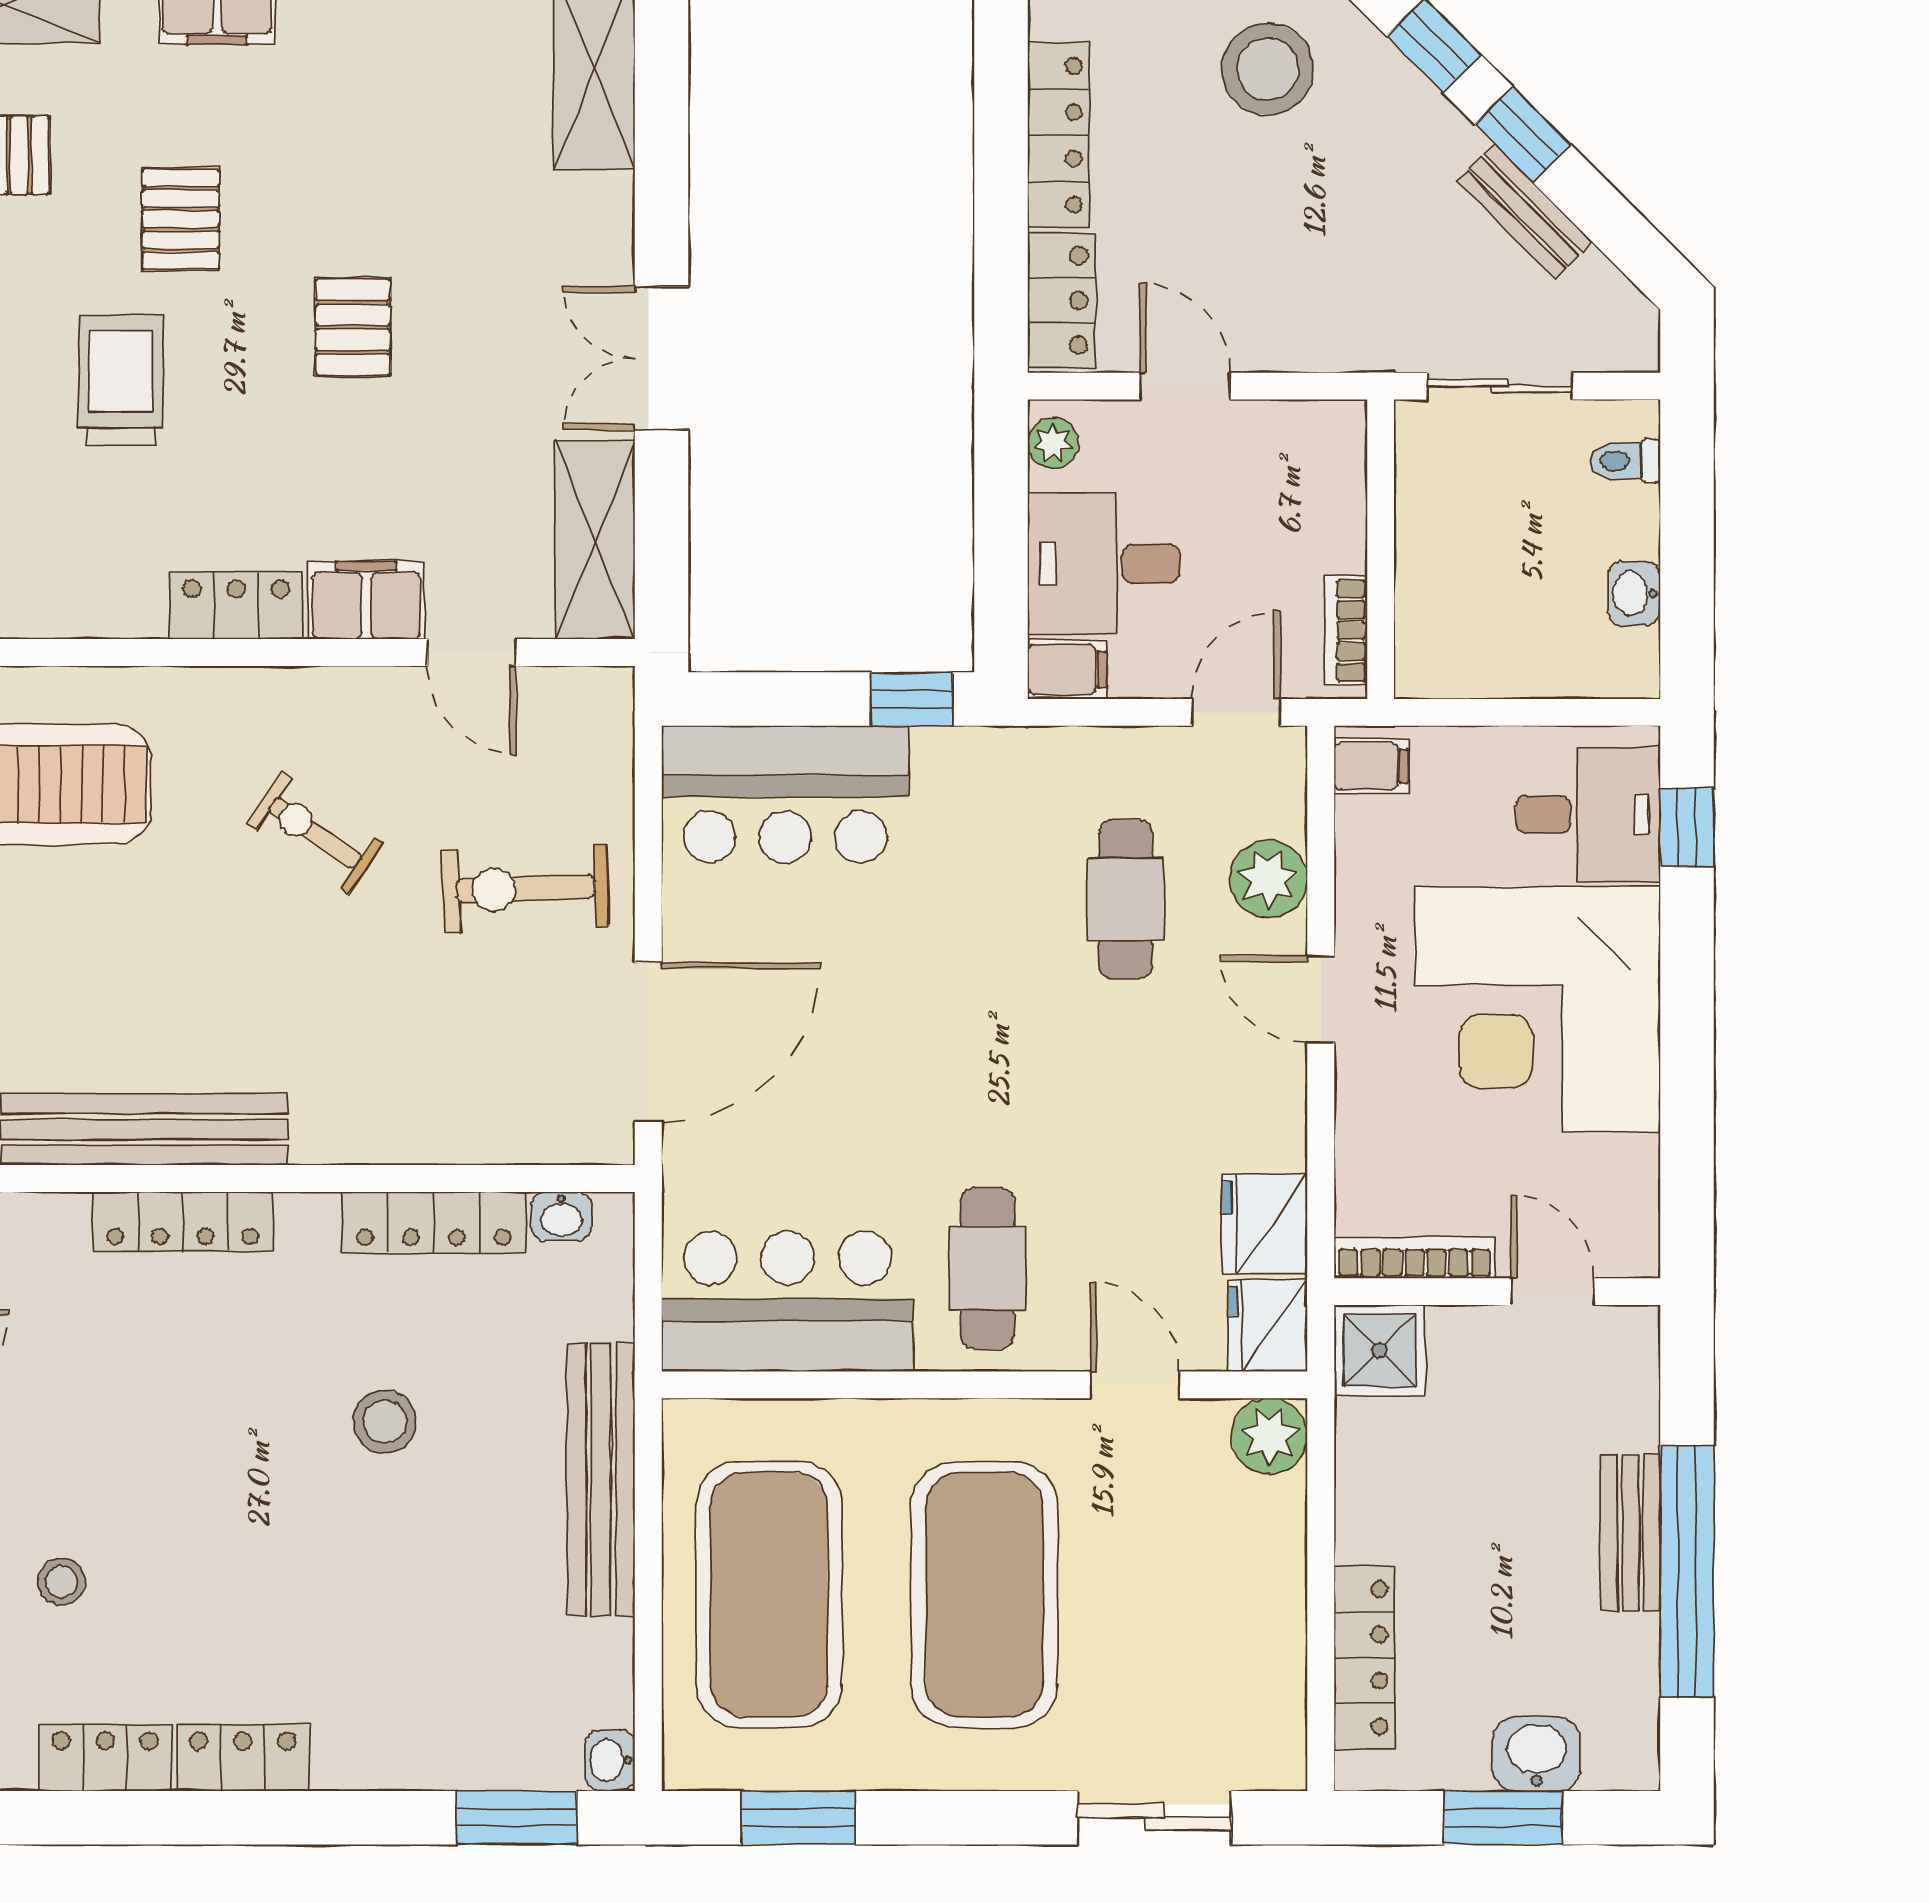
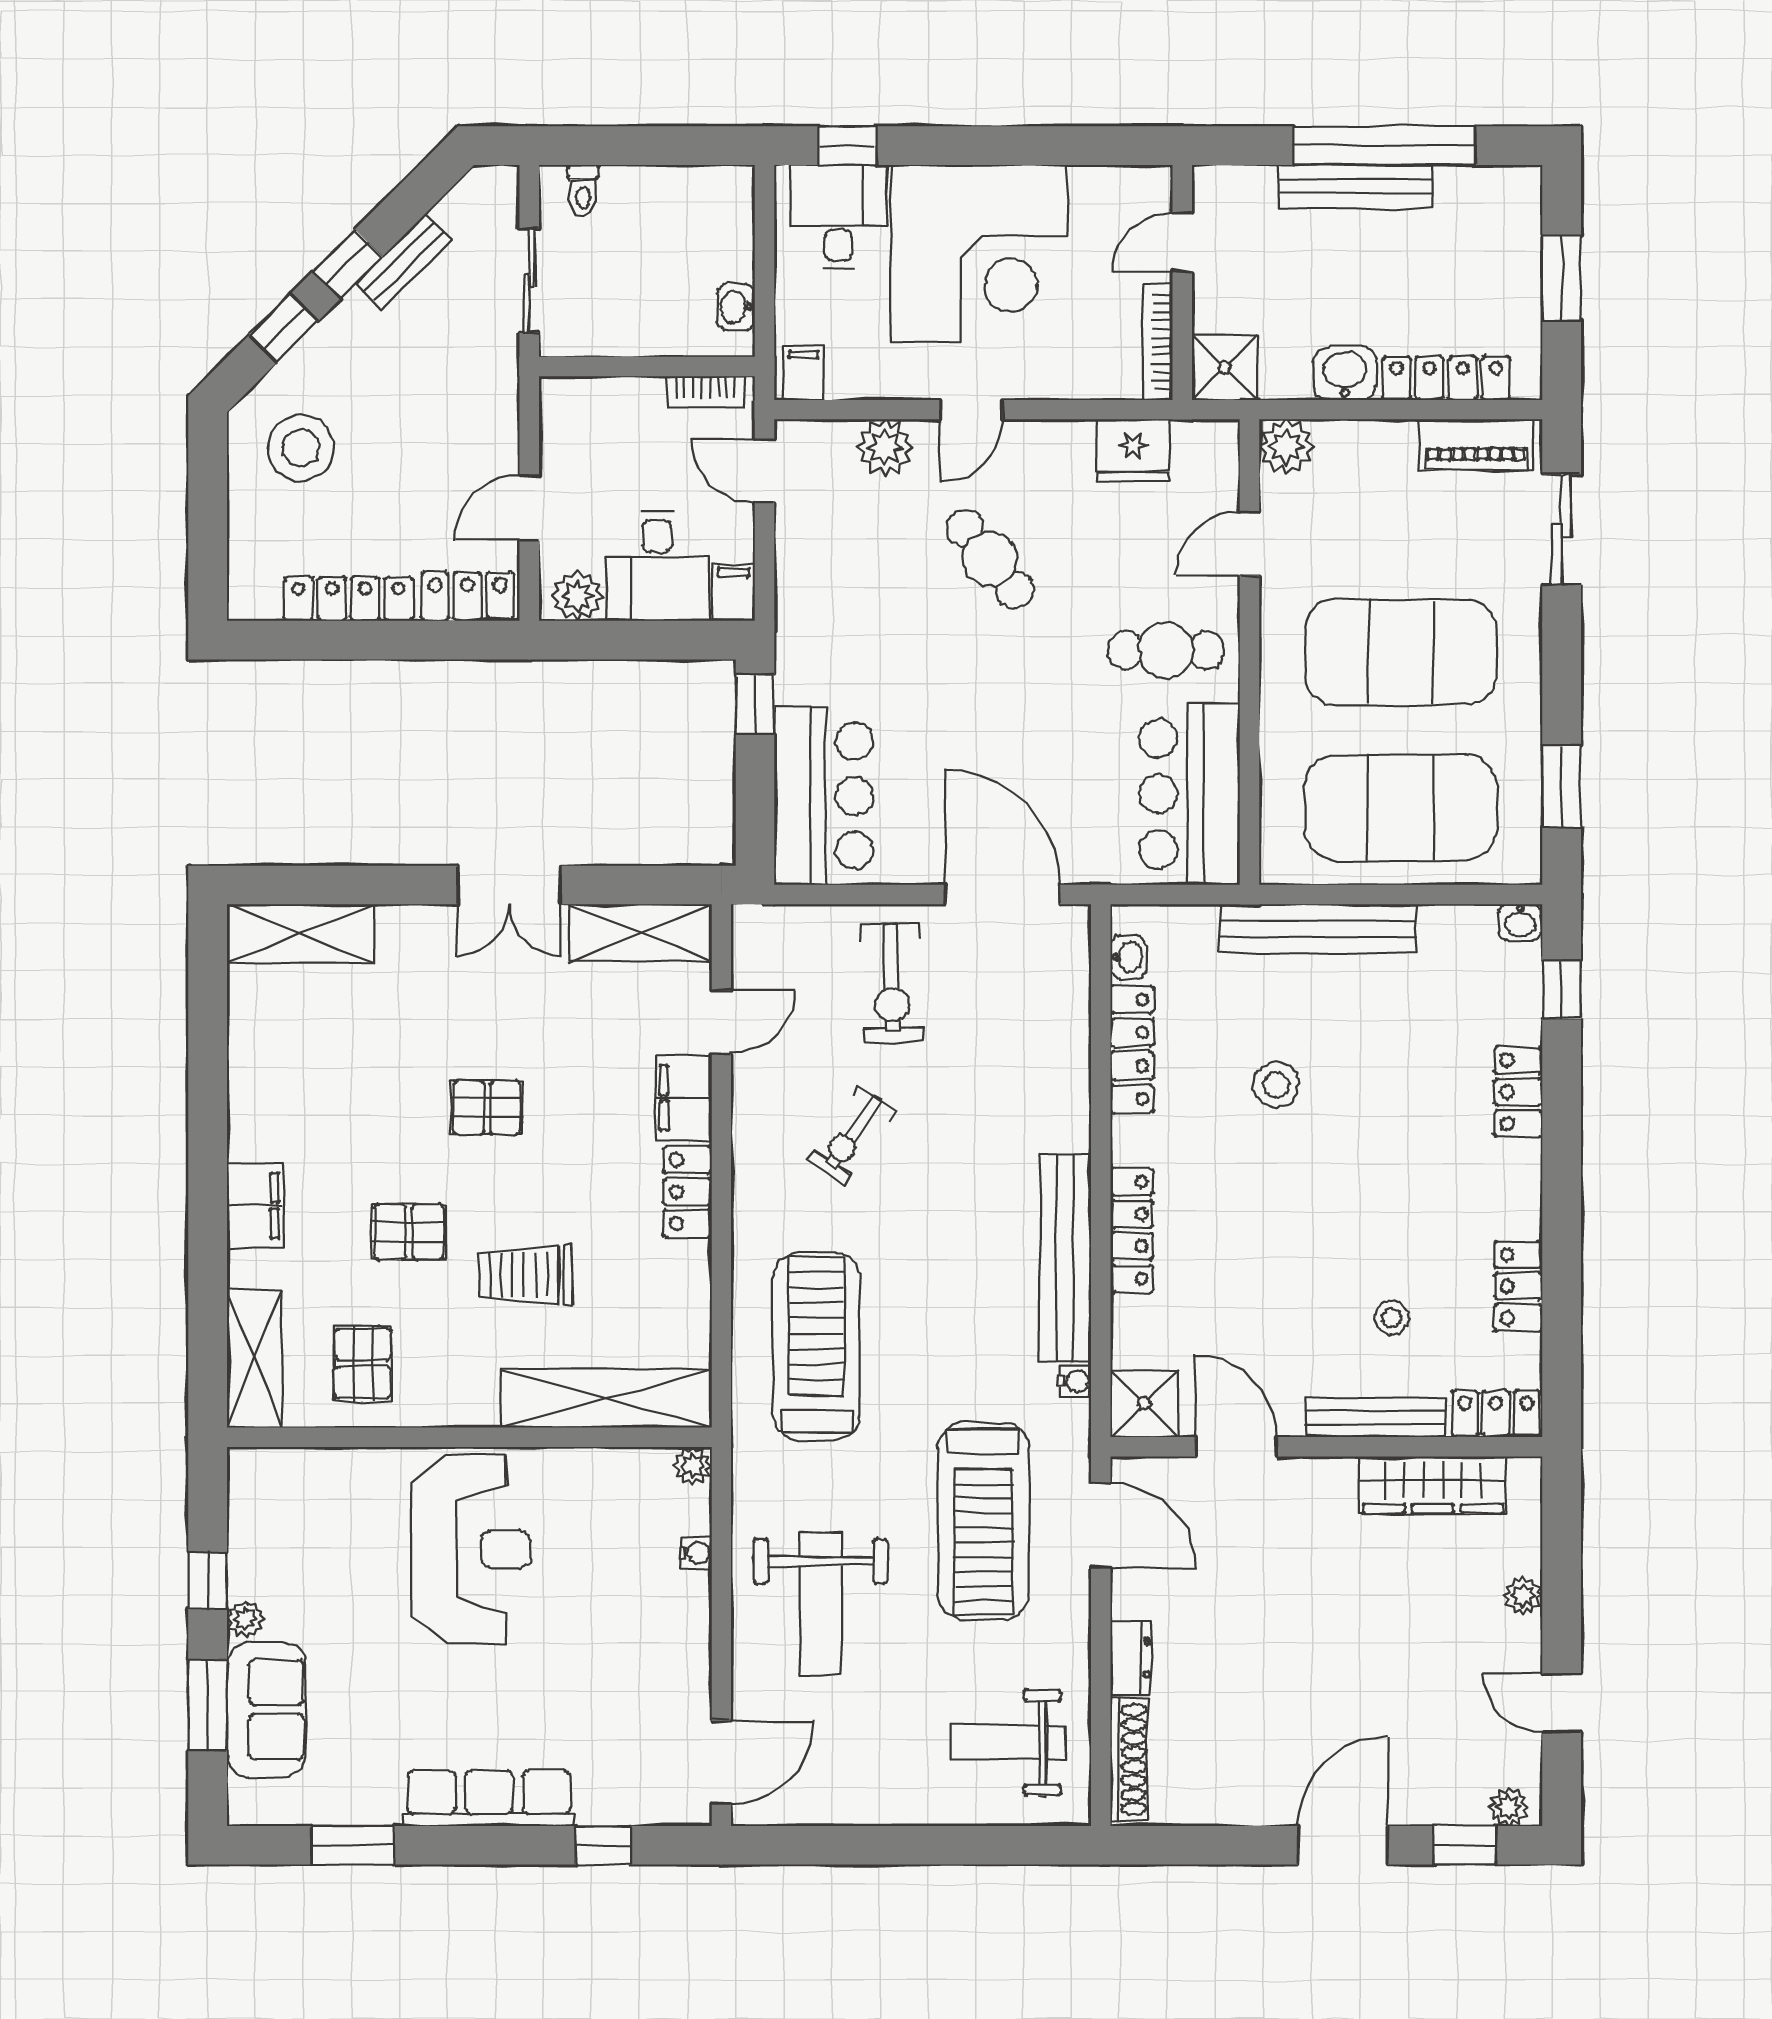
plant: (1053, 443) -> (577, 596), width x1.38, depth x1.38
washbasin: (1634, 594) -> (736, 307), moved, turned 90
cafe table: (1126, 899) -> (990, 559), moved, turned 51
fridge: (1268, 1325) -> (1207, 448), removed
bench: (1630, 1533) -> (1356, 186), width x1.36
piano: (1272, 1699) -> (1476, 445), added
washbasin: (1537, 1754) -> (1345, 373), moved, turned 90
locker: (243, 1758) -> (1518, 1092), moved
window: (517, 1818) -> (1562, 989), width x0.67

